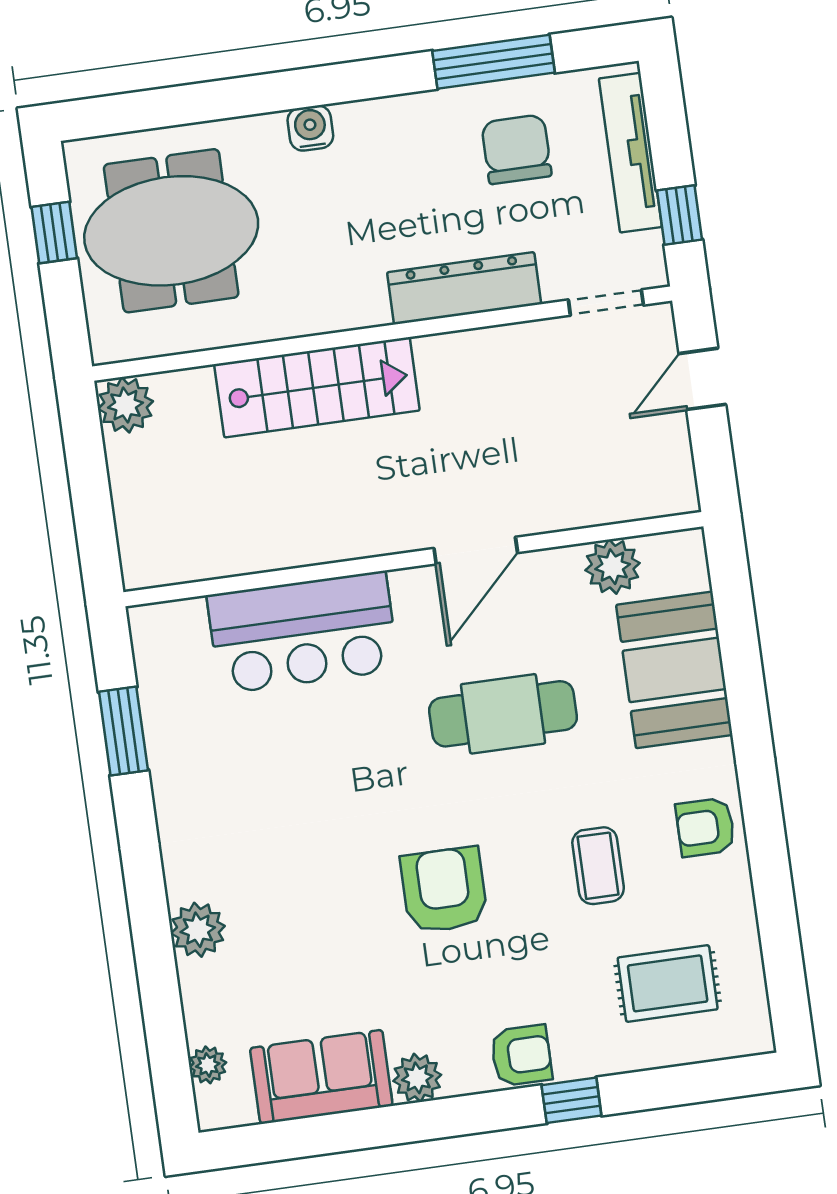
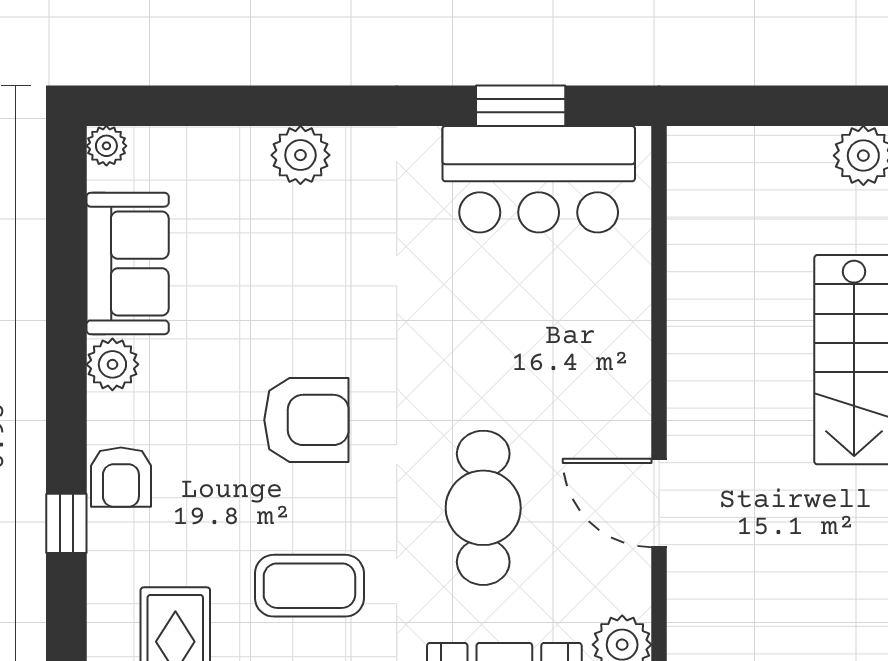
bar counter: (303, 632) -> (539, 179), moved, turned -90
coffee table: (598, 866) -> (309, 586), width x1.36, depth x1.30
plant: (208, 1065) -> (106, 146), moved

